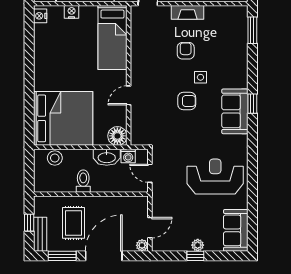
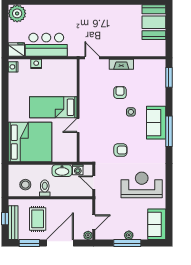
bed: (112, 37) -> (53, 107), moved, turned 90
armchair: (187, 101) -> (120, 150), moved
window: (252, 104) -> (169, 131), width x2.17
sofa: (235, 111) -> (156, 123), moved
floor lamp: (117, 136) -> (70, 155), removed
stool: (55, 158) -> (25, 185), moved
bench: (40, 234) -> (13, 223), width x1.36
window: (195, 256) -> (127, 243), width x2.17

